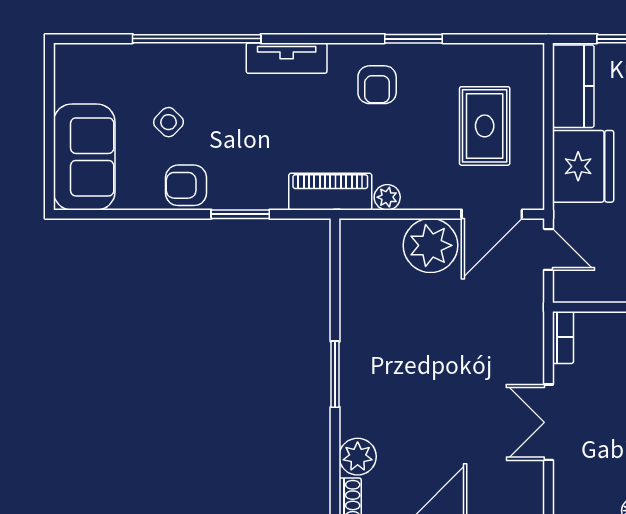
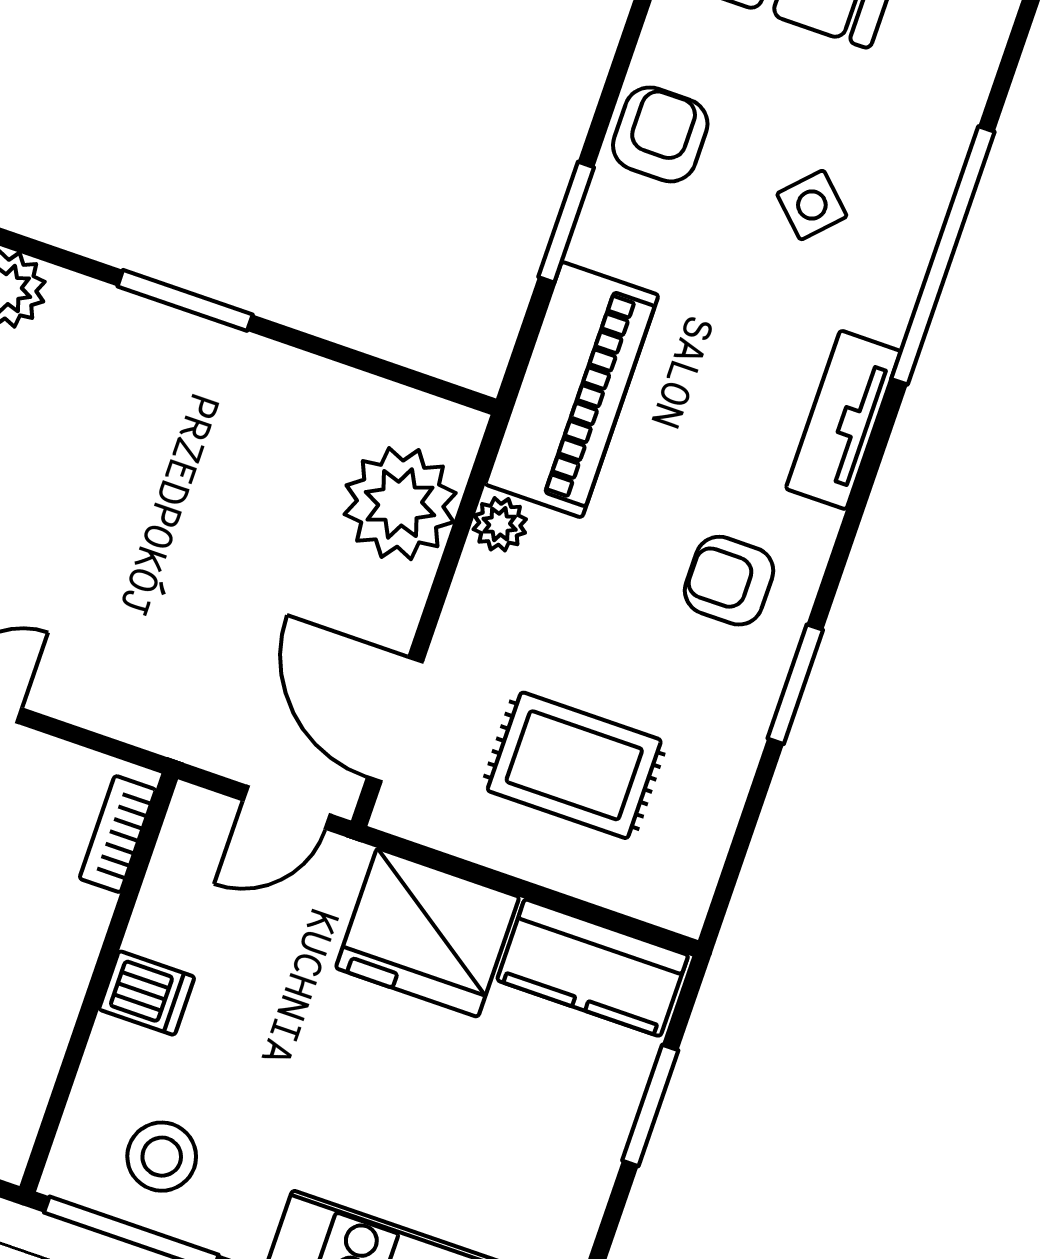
side table: (169, 122) -> (812, 205), moved
piano: (330, 192) -> (572, 390), width x1.37, depth x1.33
plant: (430, 245) -> (400, 504), moved
bookcase: (563, 337) -> (118, 834), moved, turned 90

